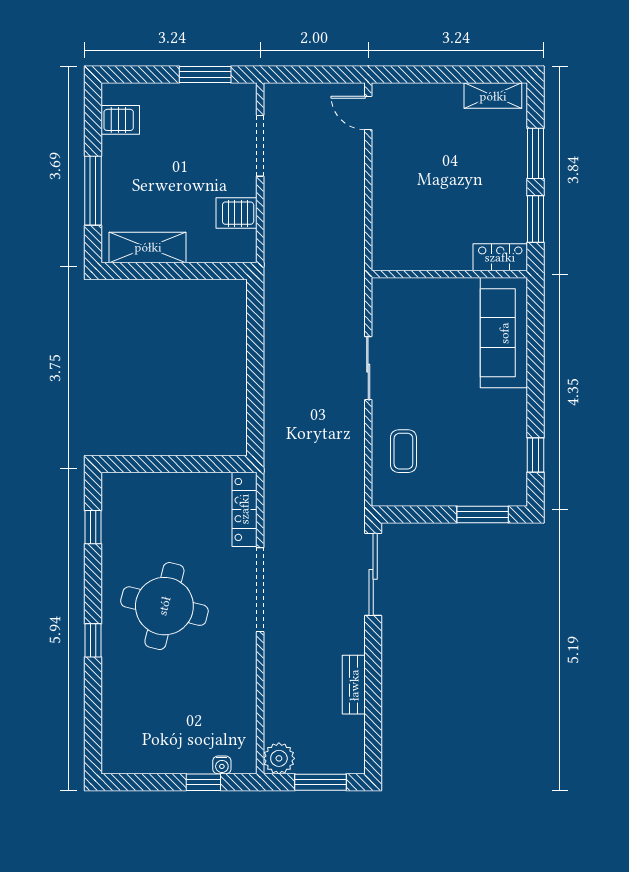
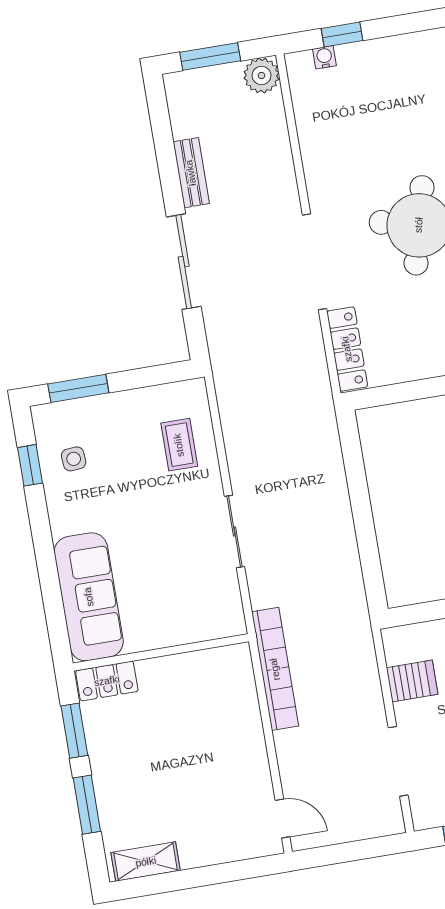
bookcase: (353, 243) -> (275, 669), added
side table: (497, 454) -> (74, 459), added
sliding door: (373, 574) -> (184, 262), moved

